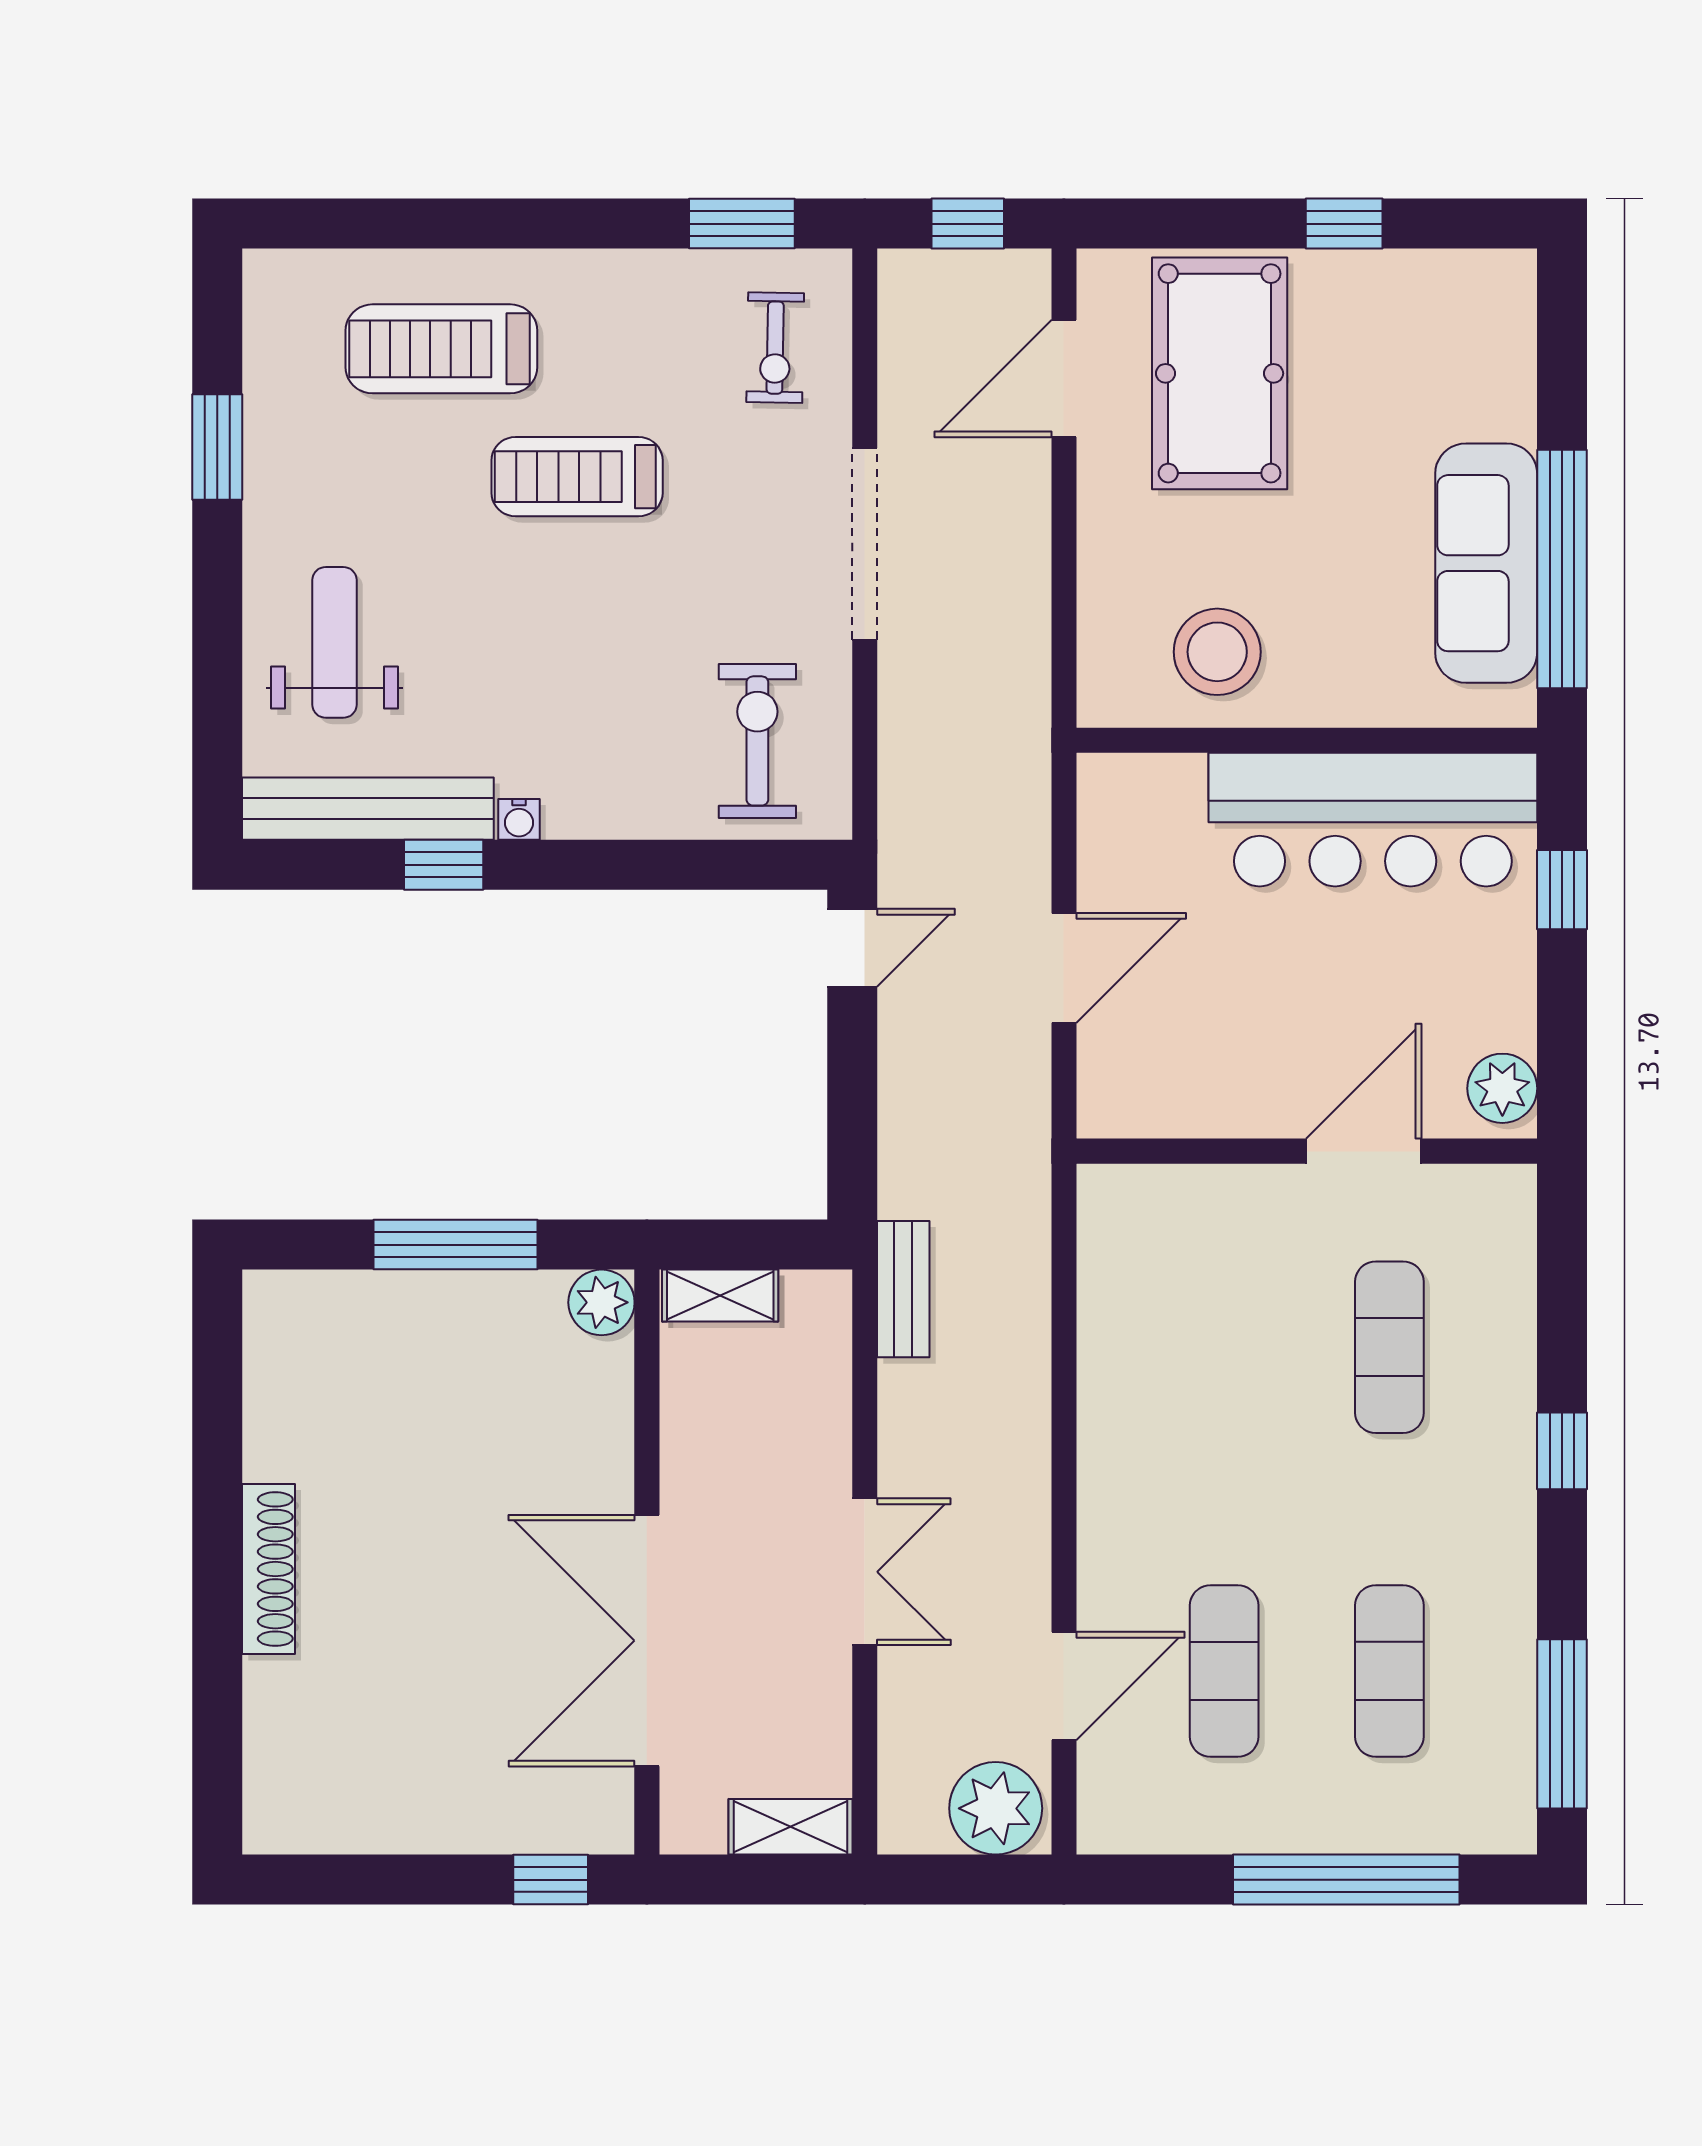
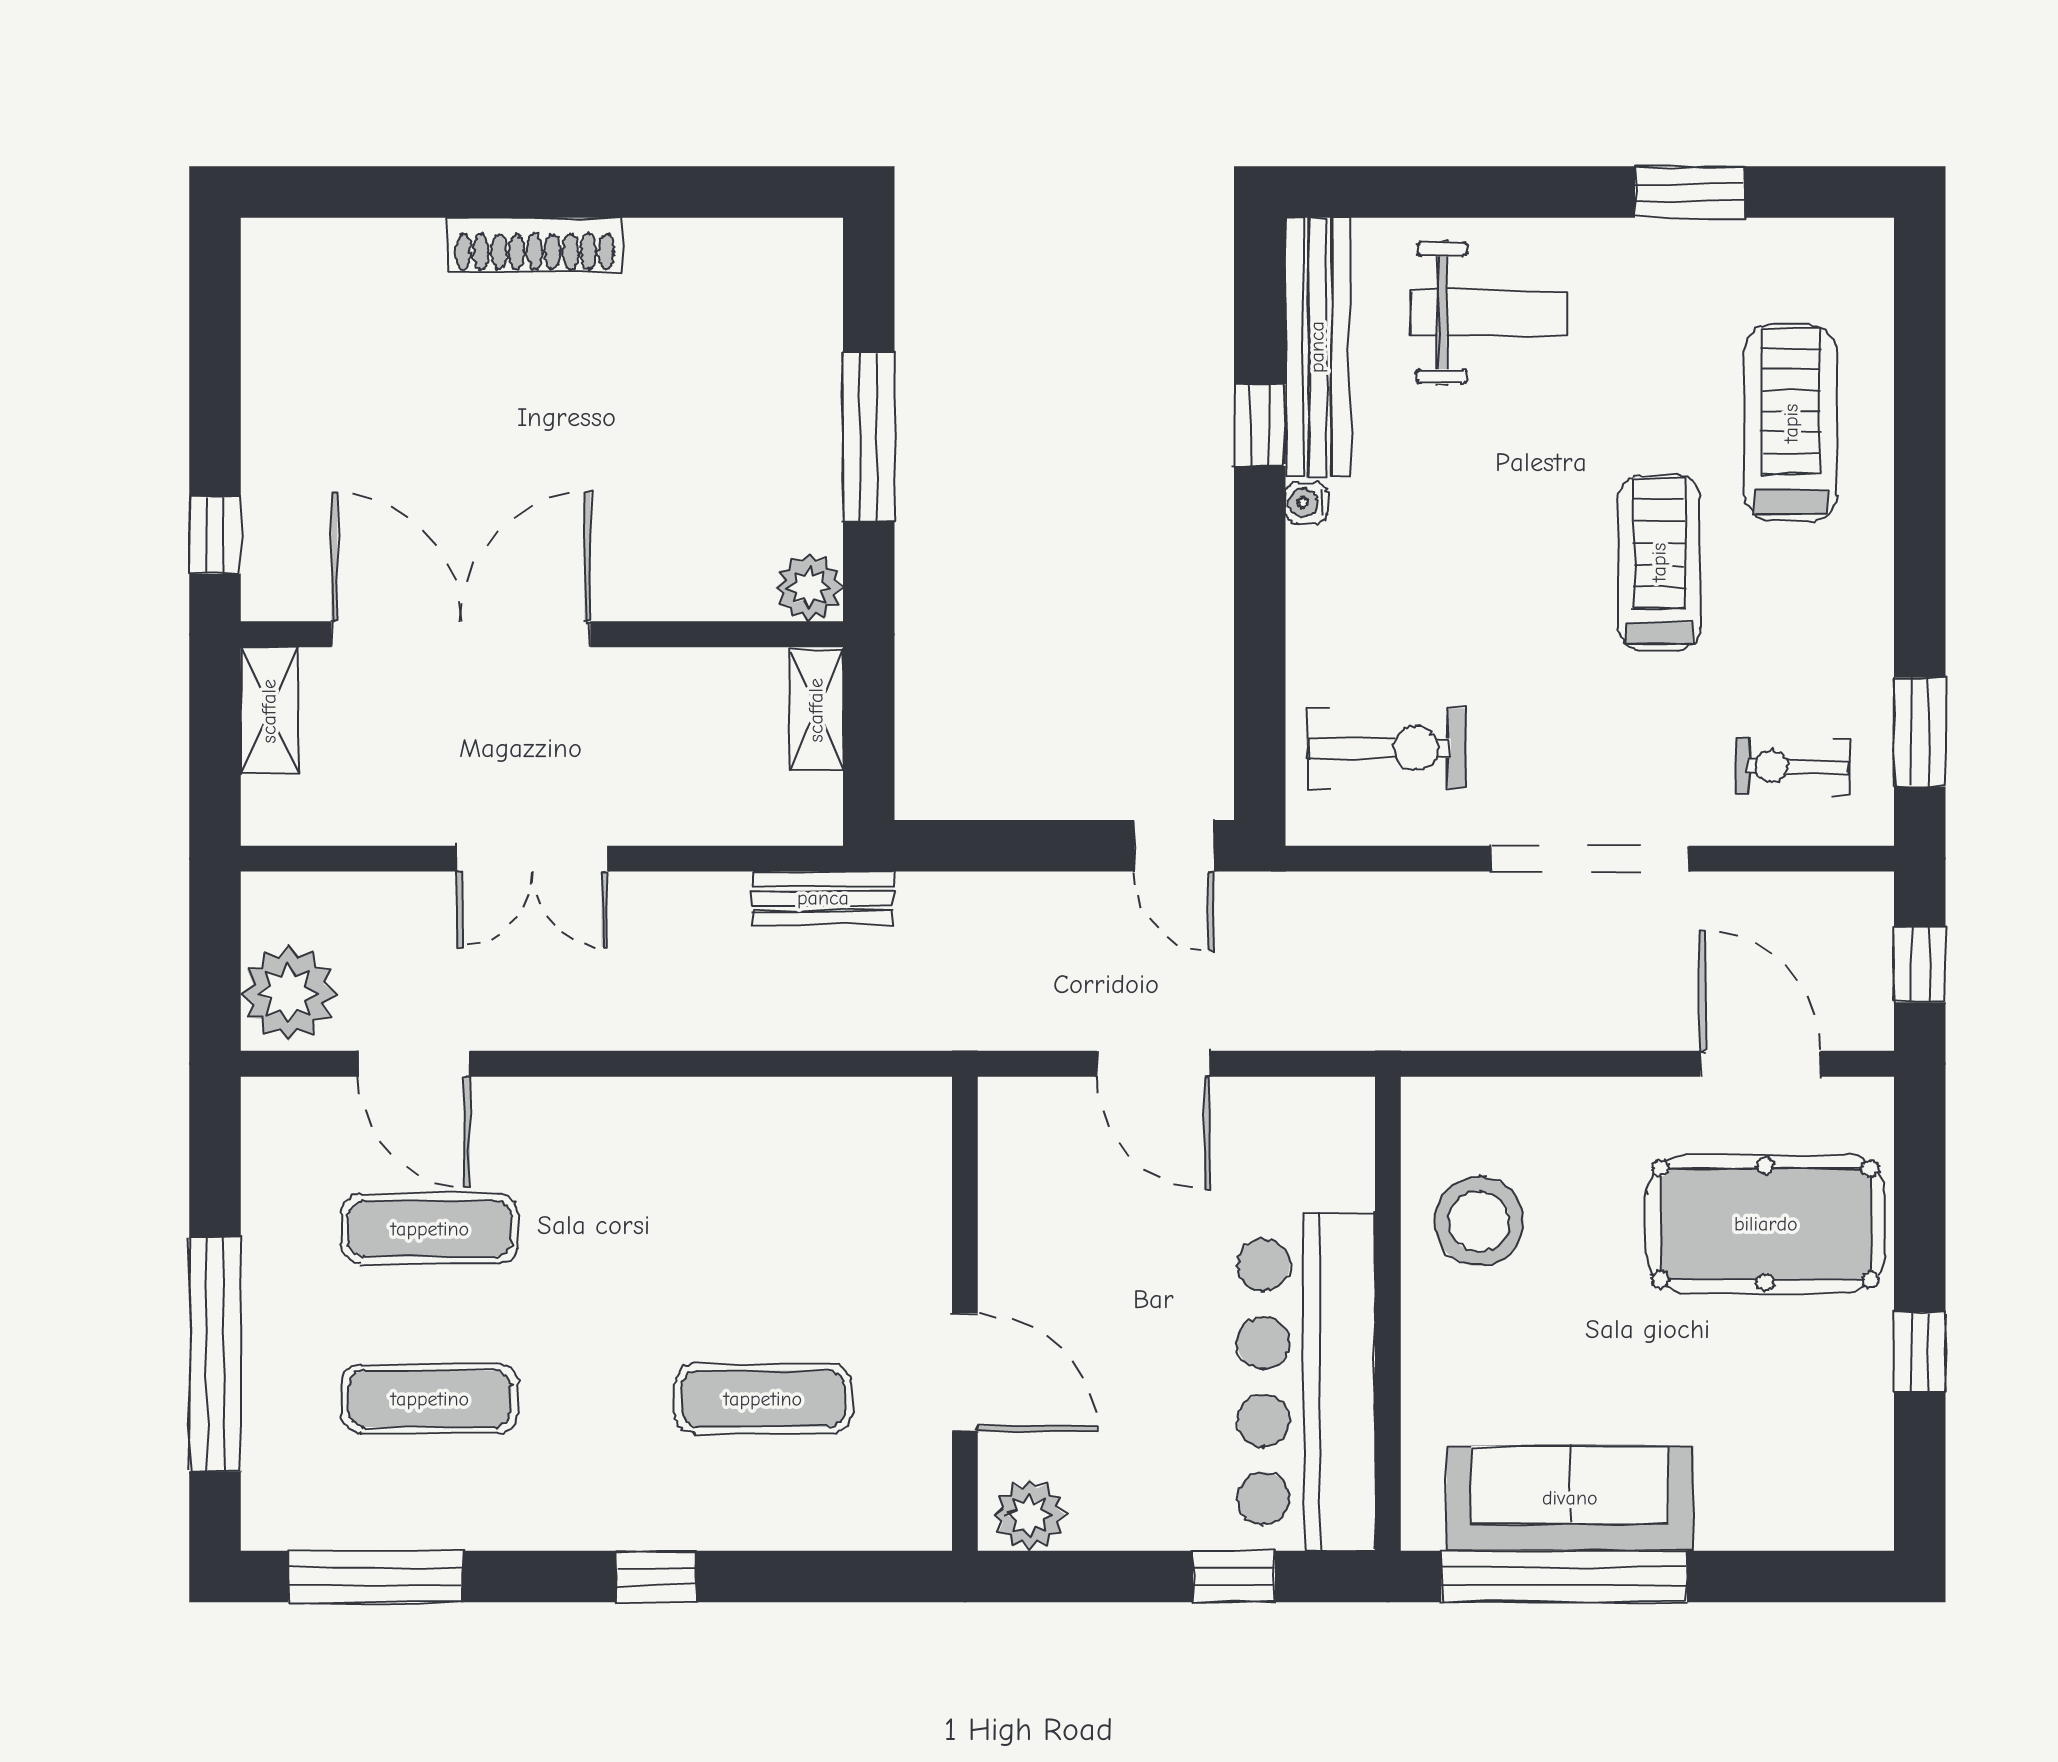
shelving: (790, 1827) -> (269, 711), moved

